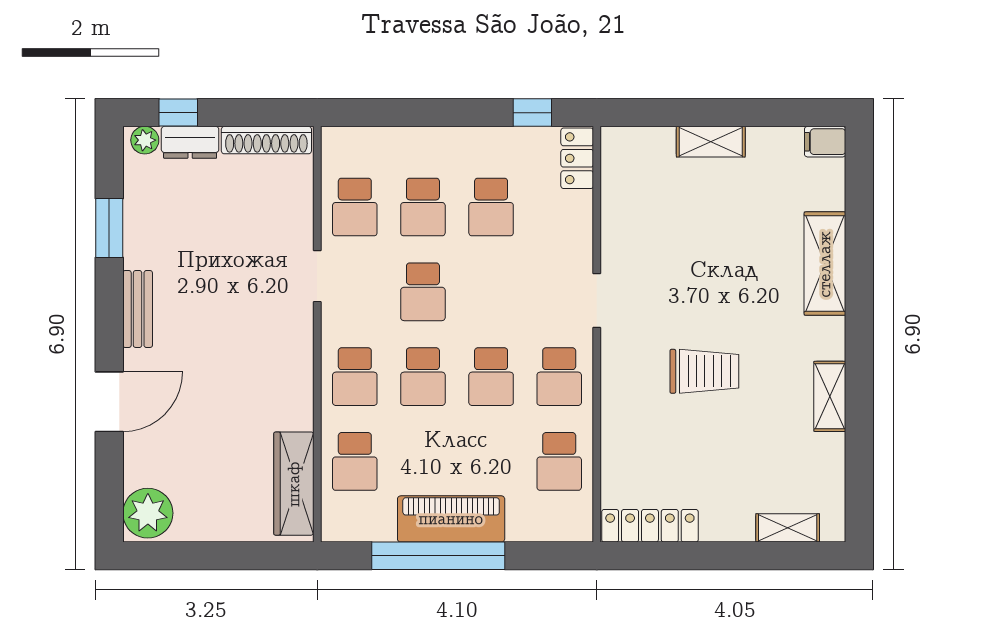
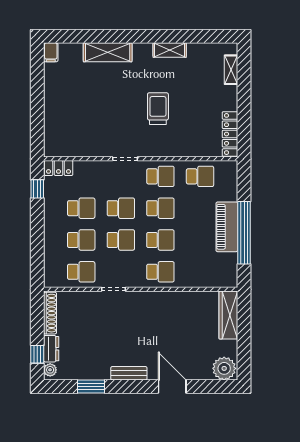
shelving: (711, 142) -> (51, 106), removed
school desk: (355, 461) -> (121, 208), moved
wardrobe: (294, 484) -> (228, 315), moved, turned 90

